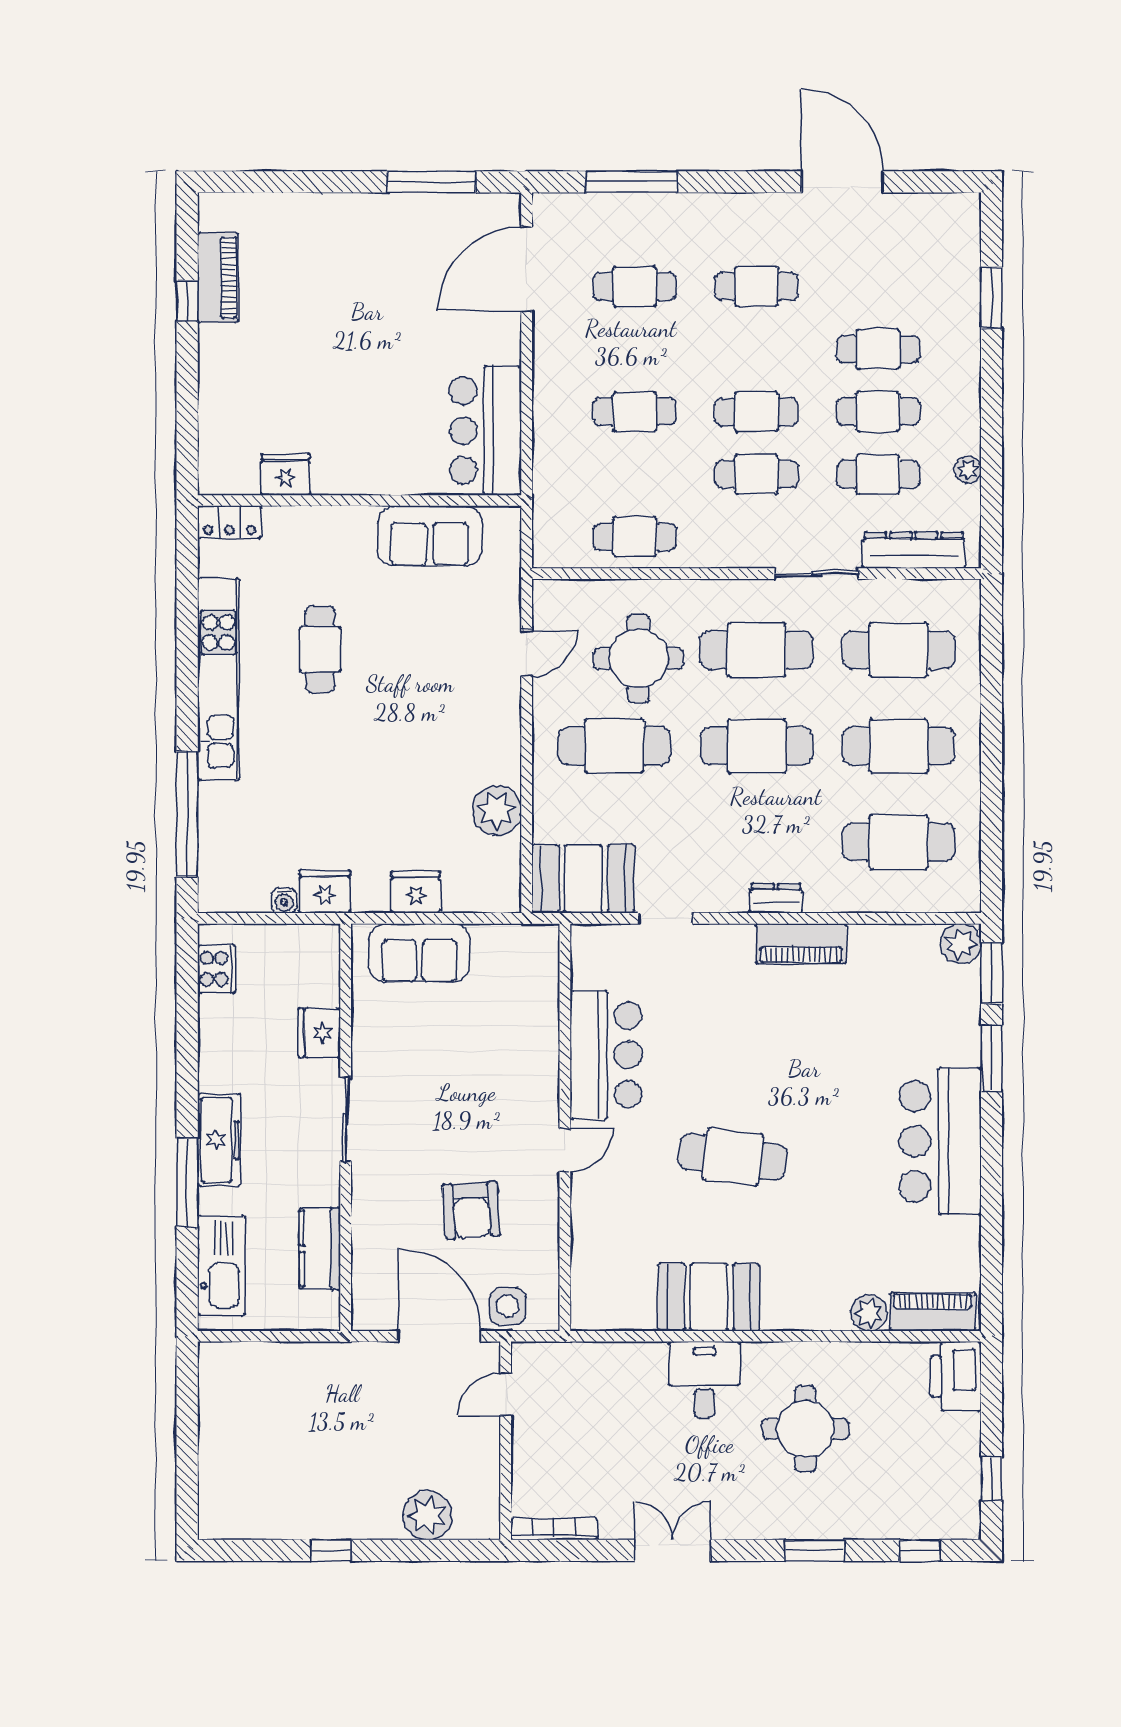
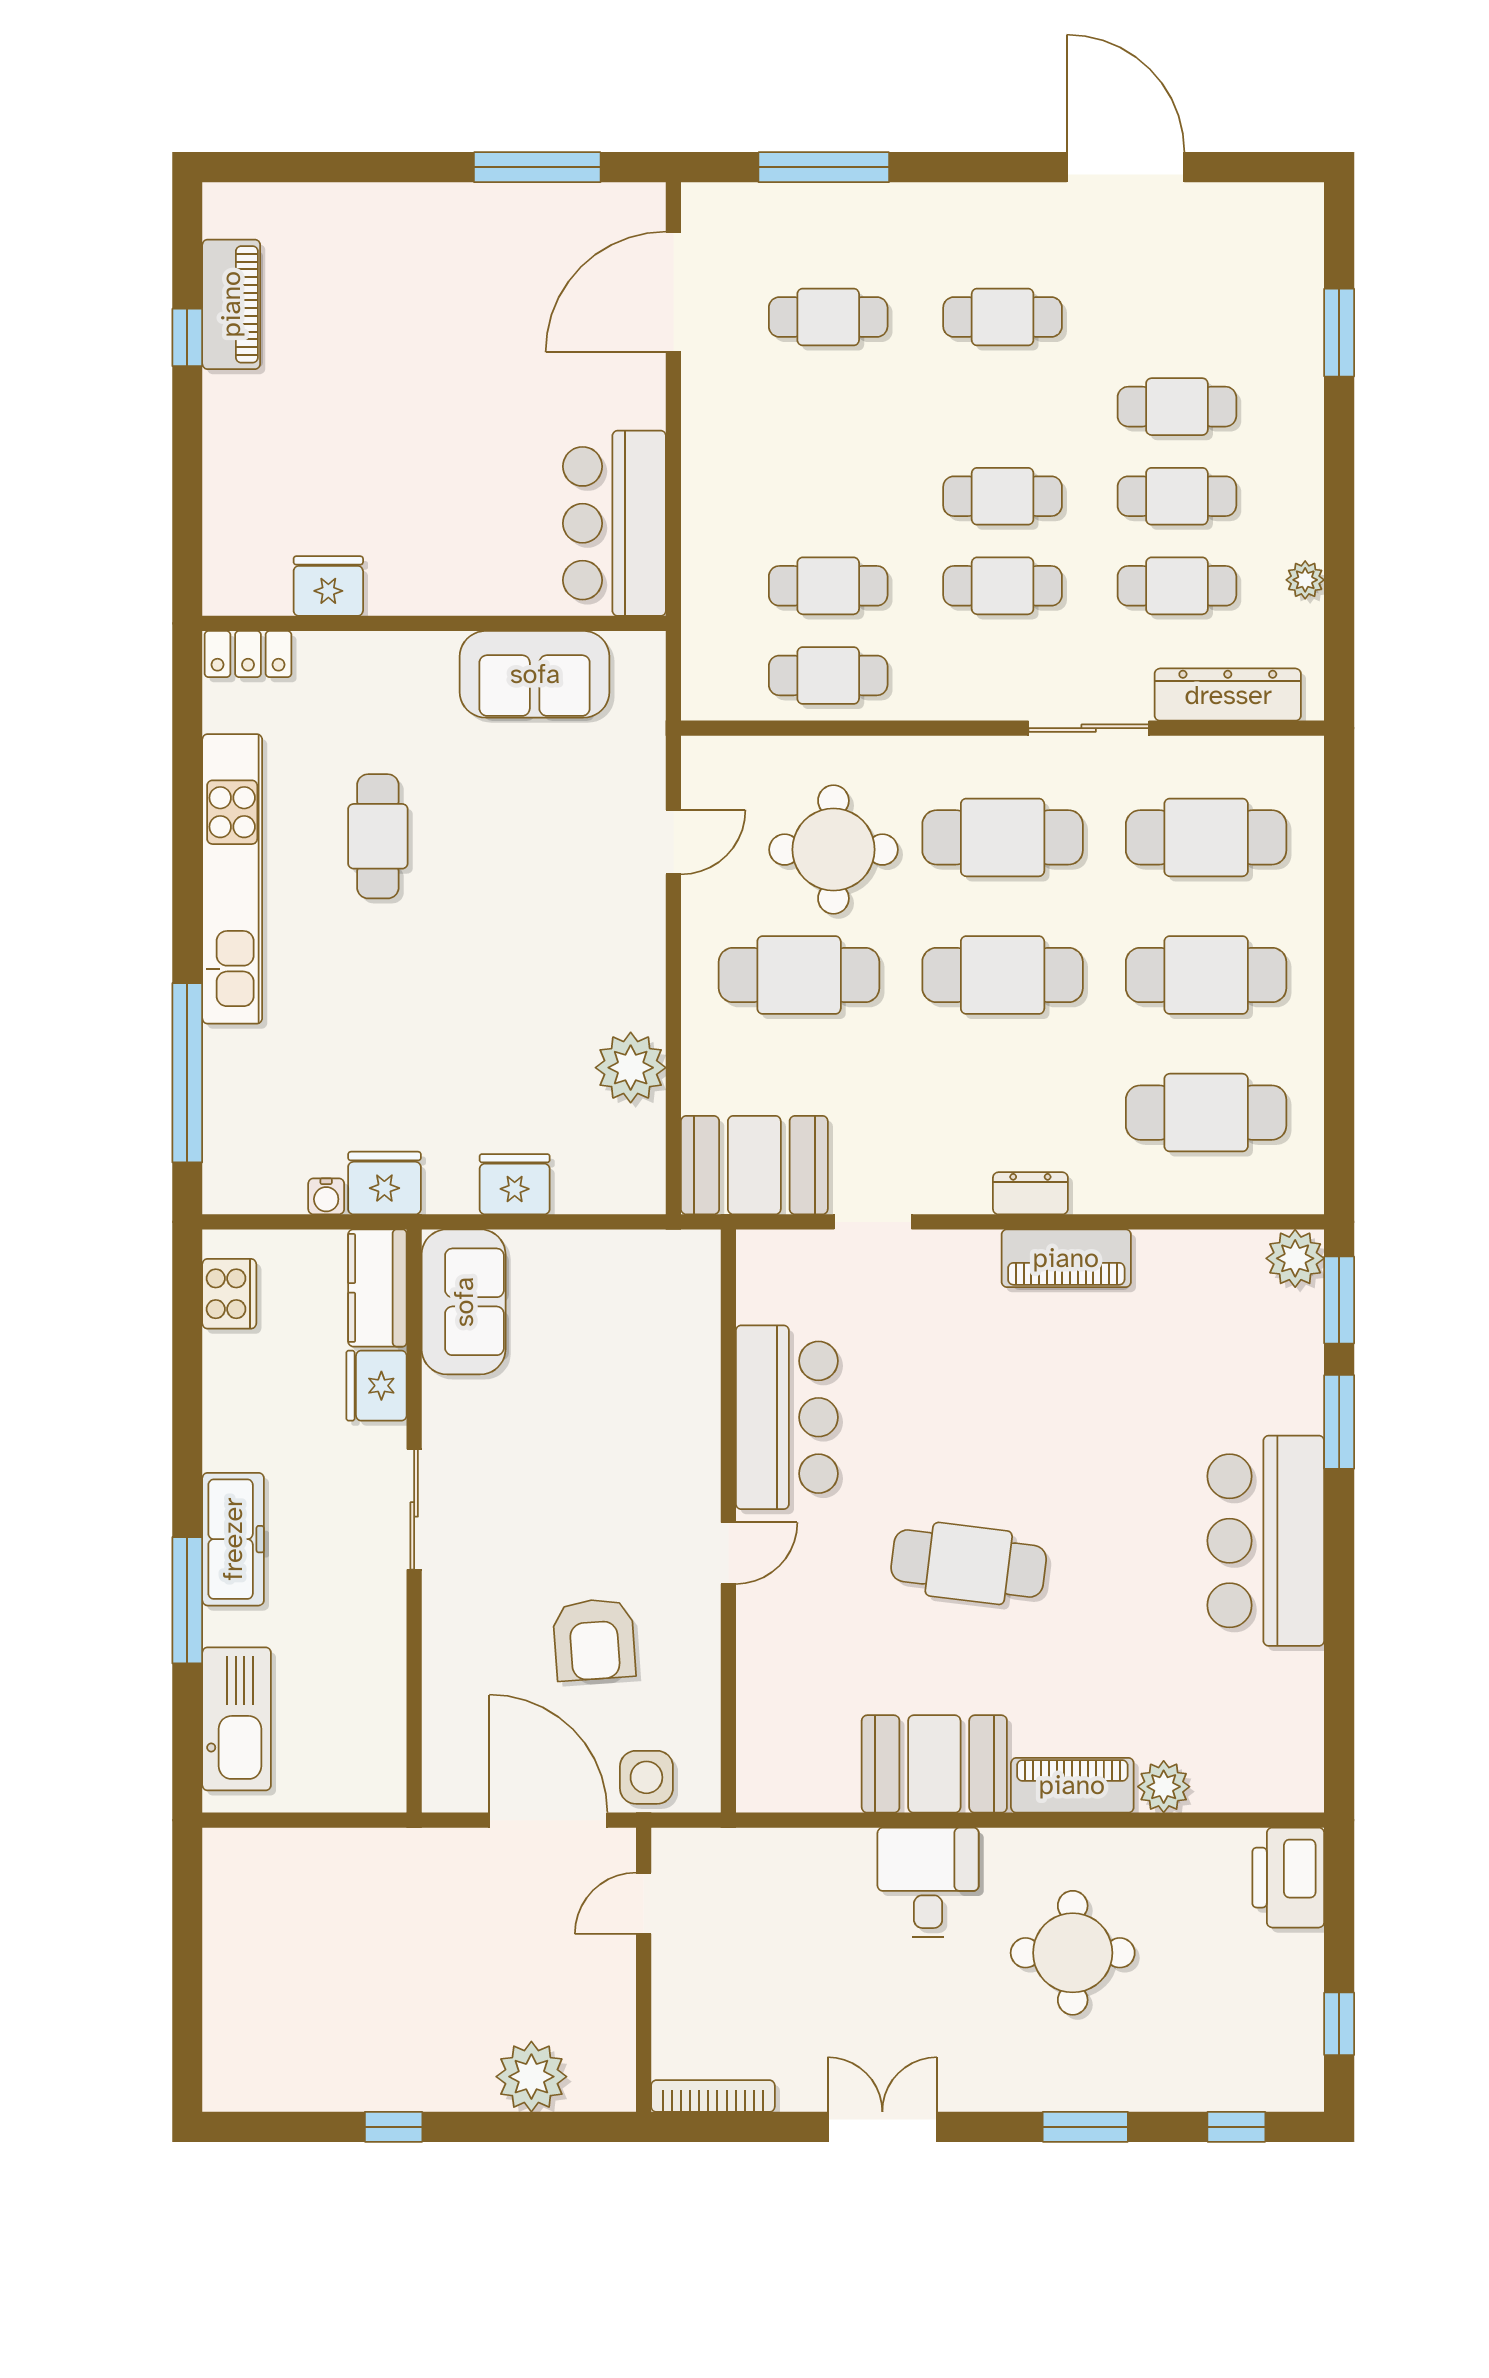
cafe table: (635, 412) -> (828, 586), moved
sofa: (419, 953) -> (464, 1302), moved, turned -90
kitchen counter: (320, 1249) -> (377, 1288), moved
piano: (933, 1312) -> (1072, 1785), moved

